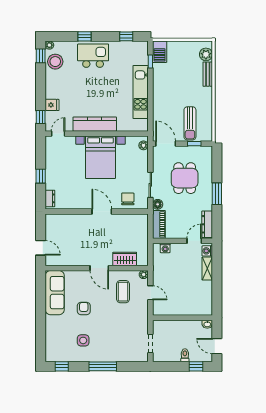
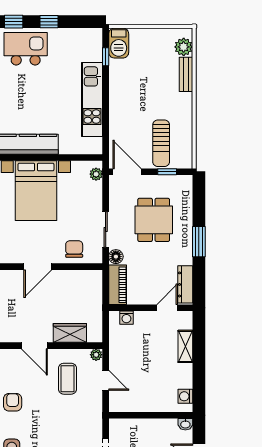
window: (126, 36) -> (49, 22), moved
door: (102, 212) -> (38, 267), swing flipped
washing machine: (207, 251) -> (185, 396), moved

